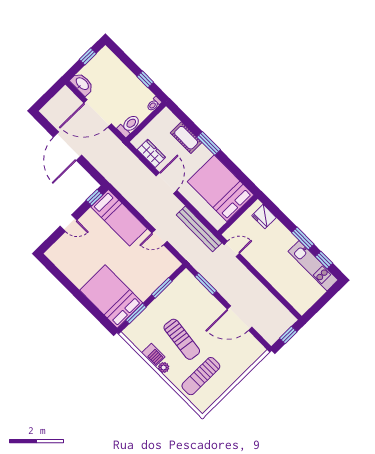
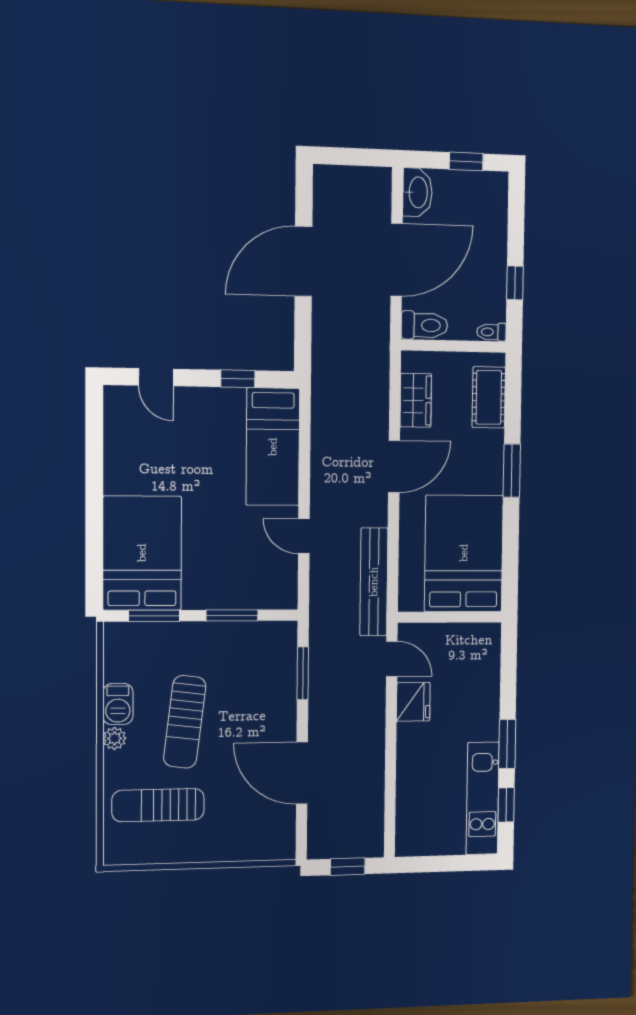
door: (98, 113) -> (397, 260), swing flipped
cot: (186, 138) -> (489, 397), moved
window: (94, 198) -> (238, 379), moved
fridge: (264, 217) -> (413, 702), moved, turned 180
door: (68, 223) -> (156, 377), moved

